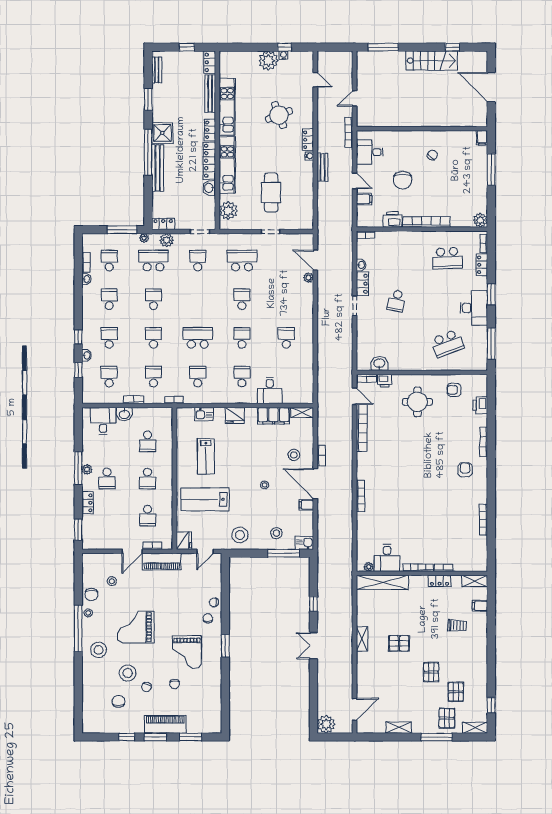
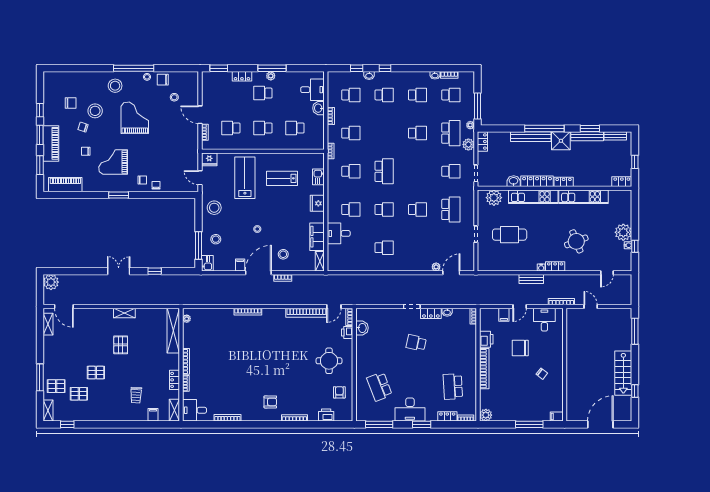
bench: (210, 94) -> (587, 136), moved
school desk: (153, 338) -> (384, 133), removed
desk: (387, 558) -> (194, 410), moved
piano: (162, 562) -> (65, 185), moved, turned 90
shelving: (399, 728) -> (48, 324), moved

